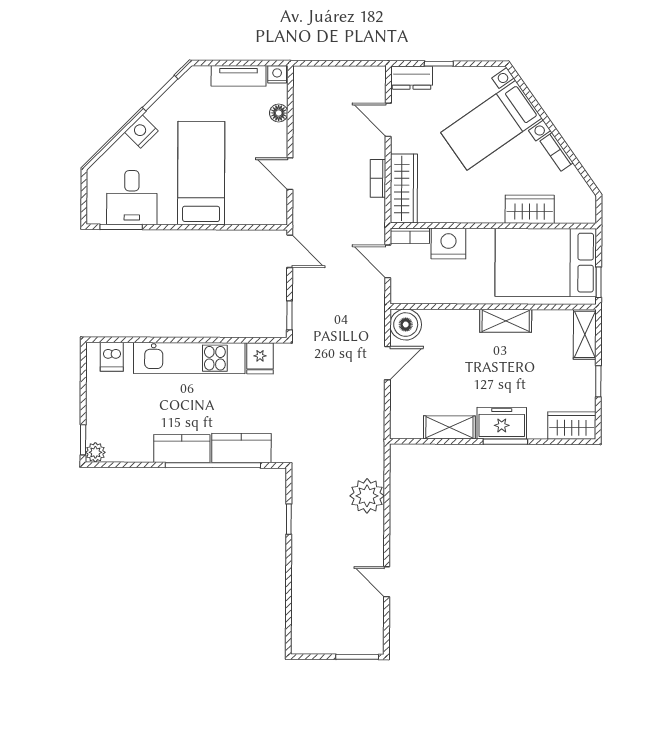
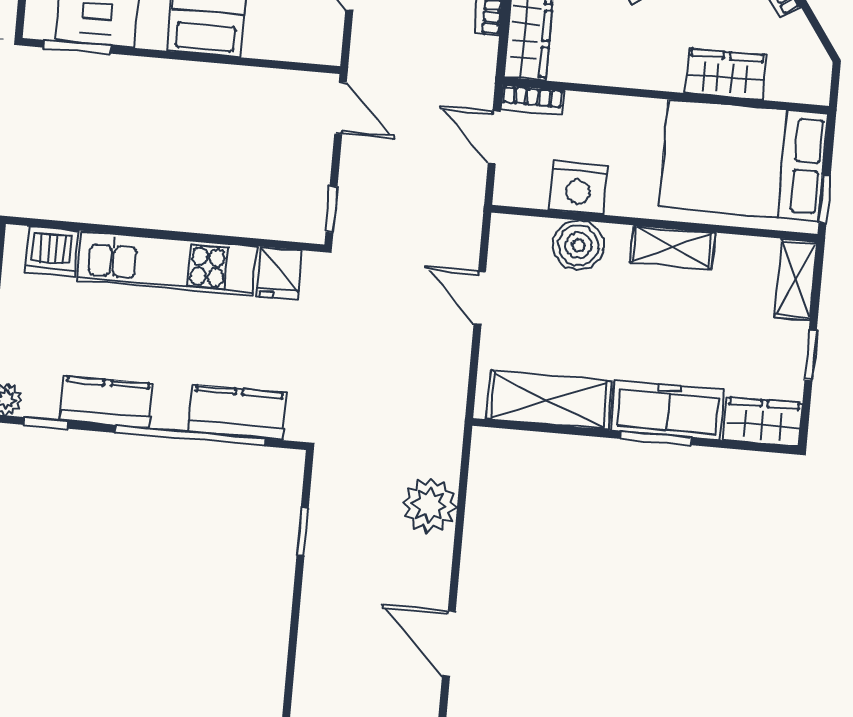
nightstand: (448, 244) -> (578, 188), moved, turned 180
boiler: (406, 325) -> (578, 245), moved
dishwasher: (112, 357) -> (52, 251), width x1.38
door: (387, 363) -> (480, 298), swing flipped
freezer: (502, 423) -> (668, 410), width x1.40
shelving: (449, 427) -> (549, 400), width x1.50, depth x1.33
kitchen counter: (182, 449) -> (106, 402), moved
window: (122, 465) -> (46, 423), added
door: (387, 582) -> (449, 644), width x1.37

